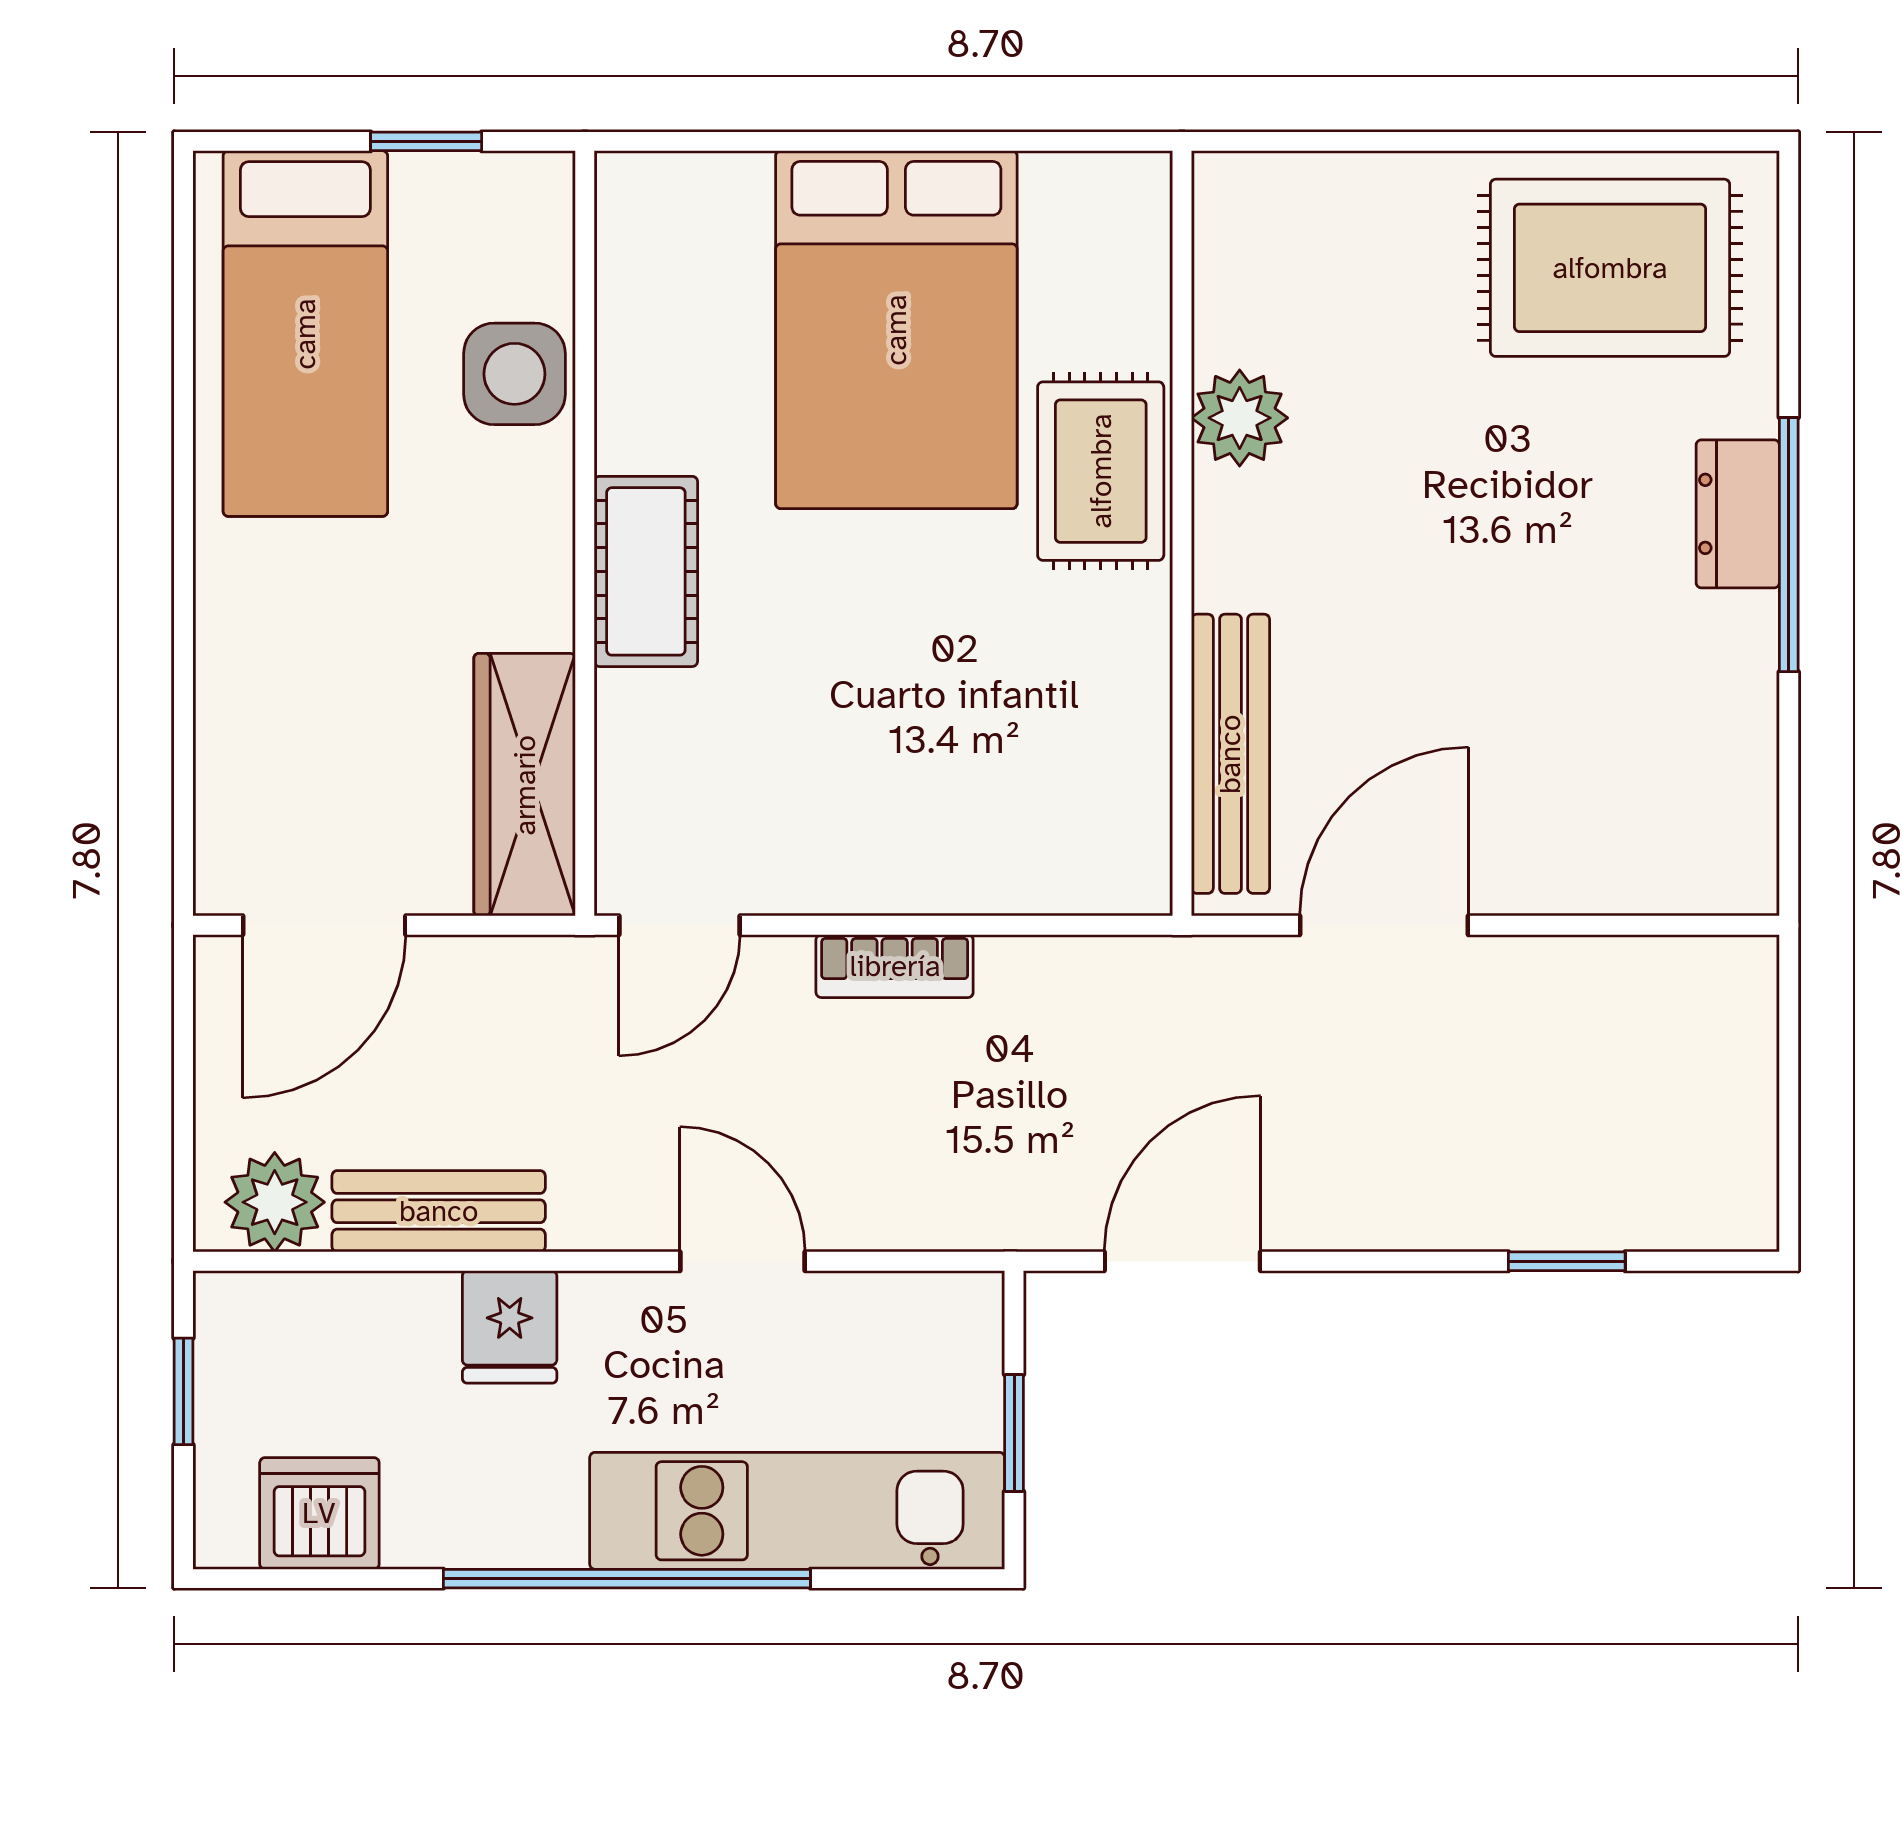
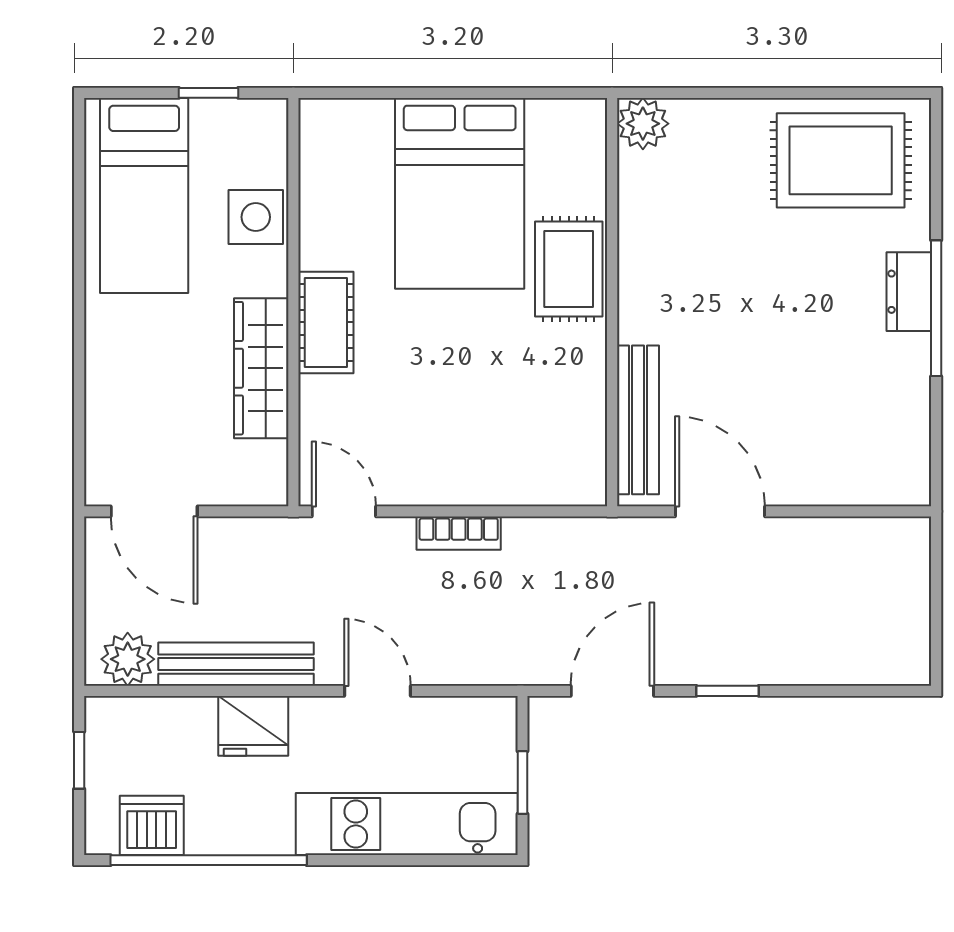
plant: (1240, 418) -> (643, 124), moved
wardrobe: (525, 785) -> (261, 368), moved
door: (324, 925) -> (154, 511), hinge flipped
door: (680, 925) -> (344, 511), swing flipped
door: (1384, 925) -> (720, 511), hinge flipped
bench: (439, 1211) -> (236, 664), width x1.36
window: (1567, 1261) -> (728, 691), moved
fridge: (510, 1327) -> (253, 726), width x1.38
window: (627, 1579) -> (209, 860), moved

